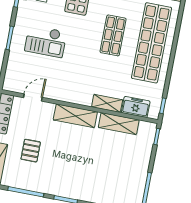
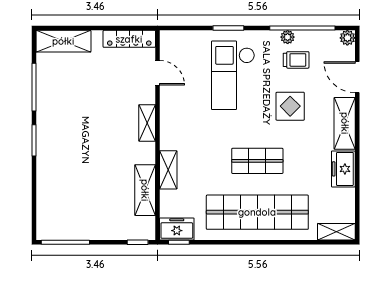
checkout: (46, 41) -> (233, 75), width x1.36, depth x1.21
freezer: (136, 107) -> (177, 229), moved, turned -90
shelving: (75, 116) -> (147, 123), width x0.67, depth x0.75
pallet: (31, 151) -> (88, 83), removed

